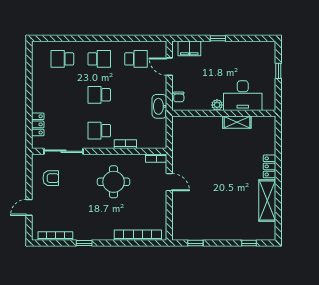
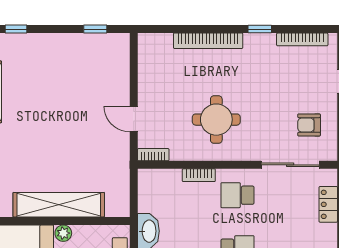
shelving: (237, 122) -> (59, 205), width x2.20, depth x1.33
school desk: (99, 131) -> (237, 195), turned 180
bookcase: (138, 235) -> (208, 41), moved

